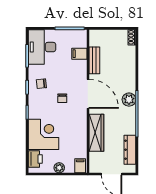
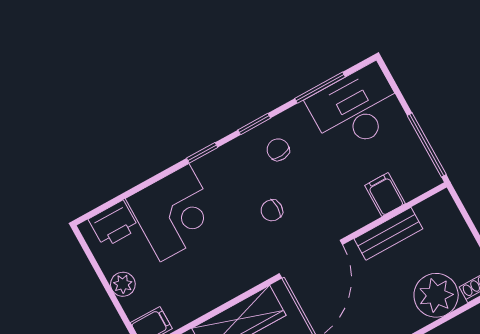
plant: (127, 55) -> (436, 295), added

